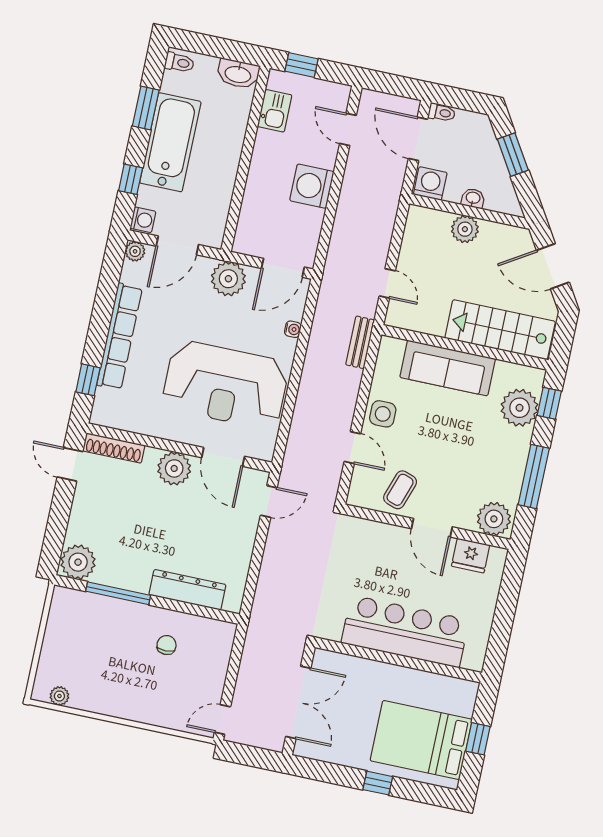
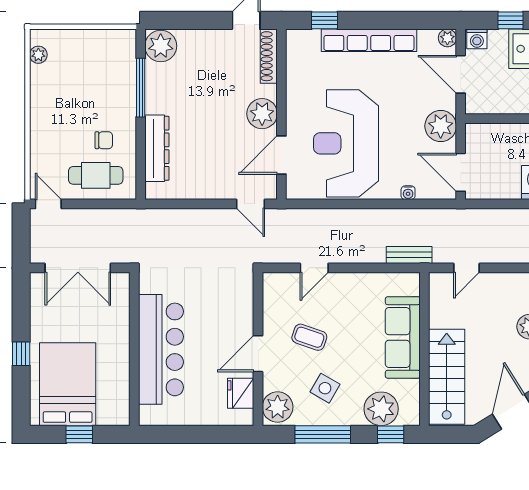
side table: (383, 414) -> (325, 388), moved, turned 30
coffee table: (400, 490) -> (309, 337), moved
cafe table: (203, 662) -> (96, 175), added

